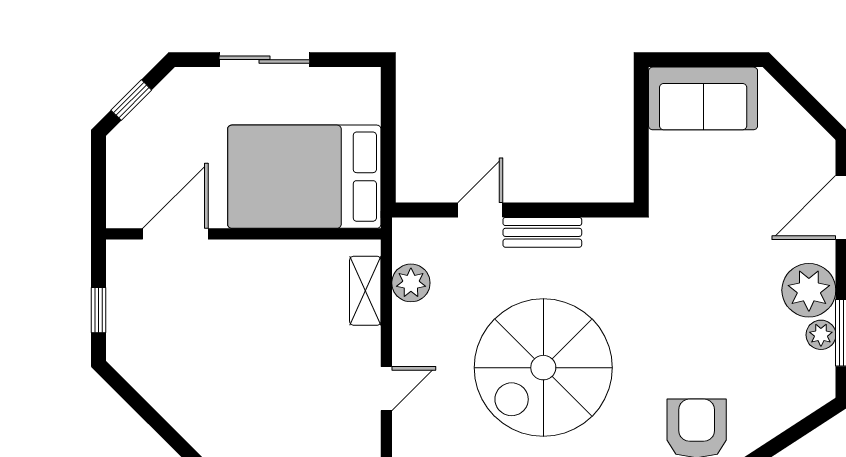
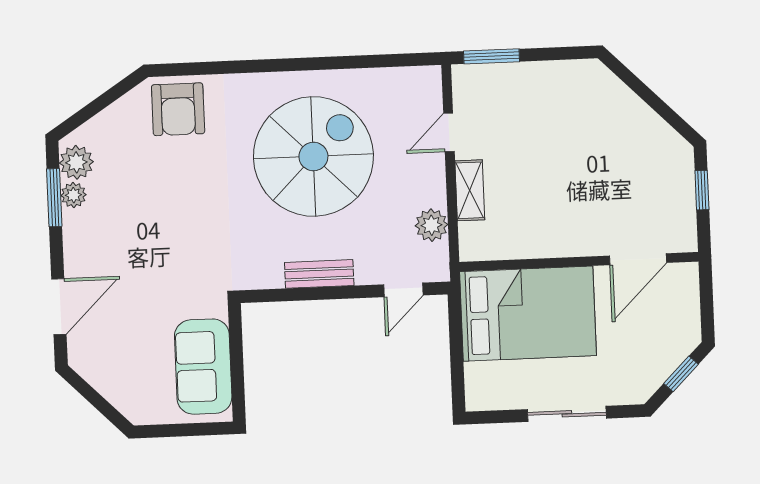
sofa: (703, 98) -> (203, 367), moved, turned -90
door: (480, 210) -> (403, 290), moved
plant: (809, 290) -> (76, 162), moved, width x0.73, depth x0.73
shelving: (365, 291) -> (470, 190), moved

